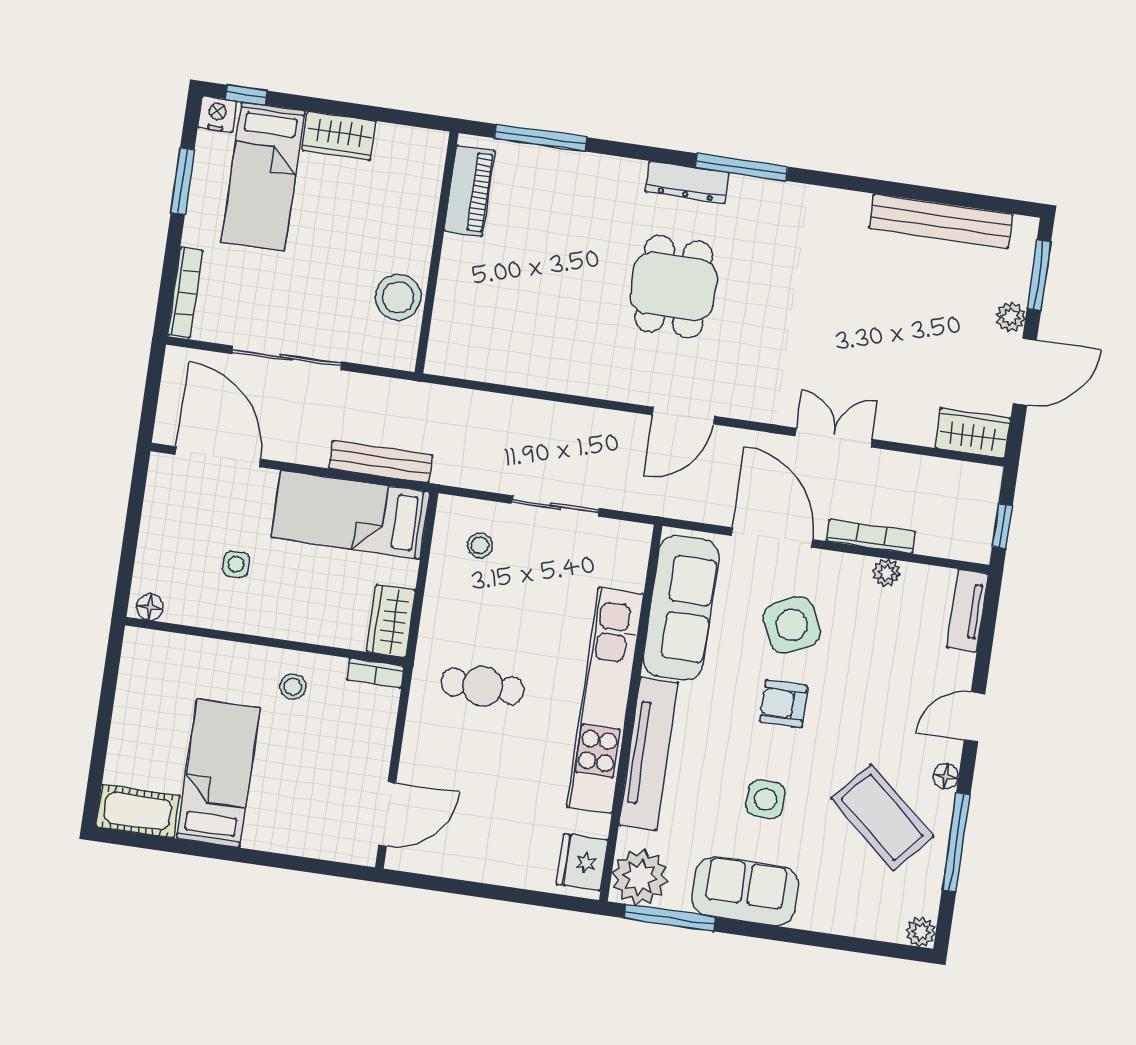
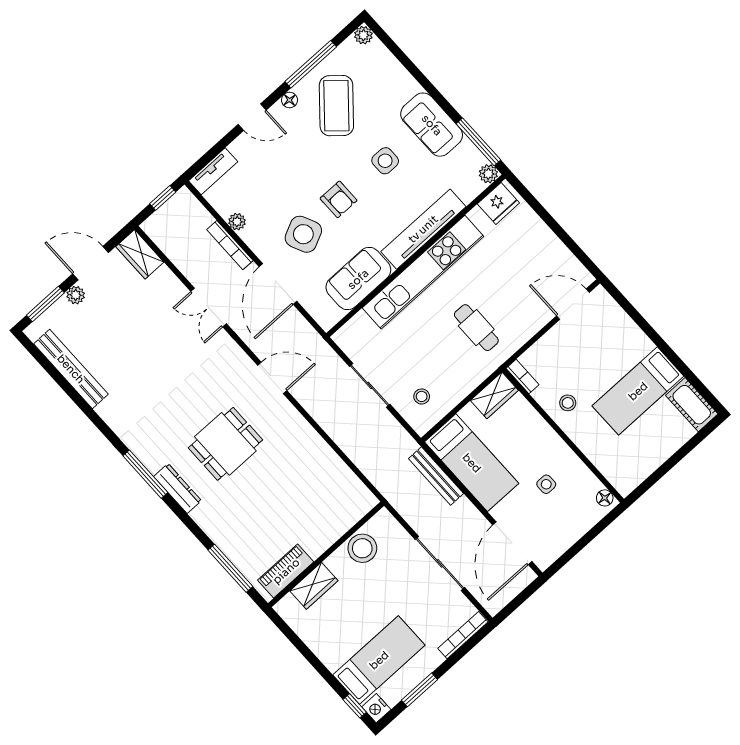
wardrobe: (339, 136) -> (314, 586), moved, turned 90
sofa: (681, 608) -> (358, 279), width x0.73
plant: (640, 877) -> (488, 174), width x0.53, depth x0.53

